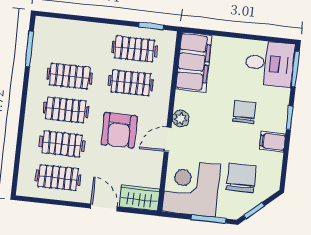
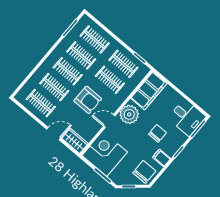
clothes rail: (73, 42) -> (95, 39), added
plant: (181, 119) -> (129, 114), width x1.87, depth x1.87
armchair: (119, 130) -> (88, 100), turned -90
chair: (241, 178) -> (144, 172), moved
door: (104, 208) -> (54, 134), hinge flipped

